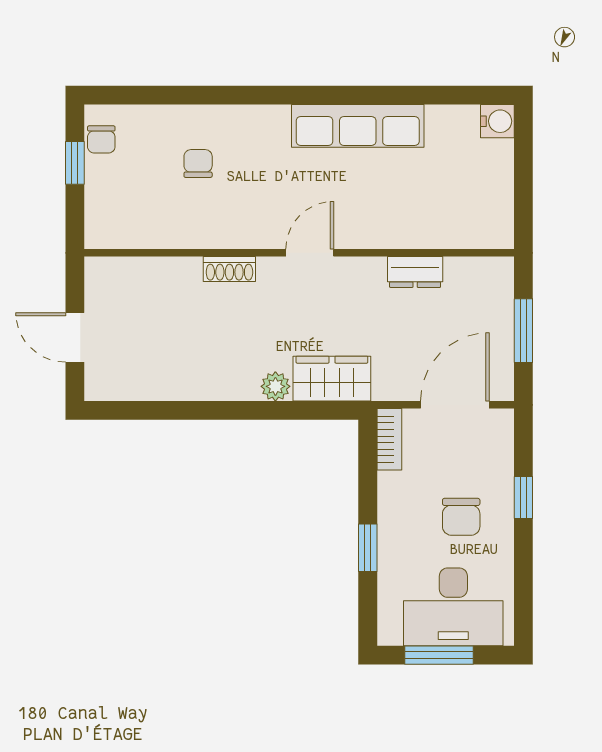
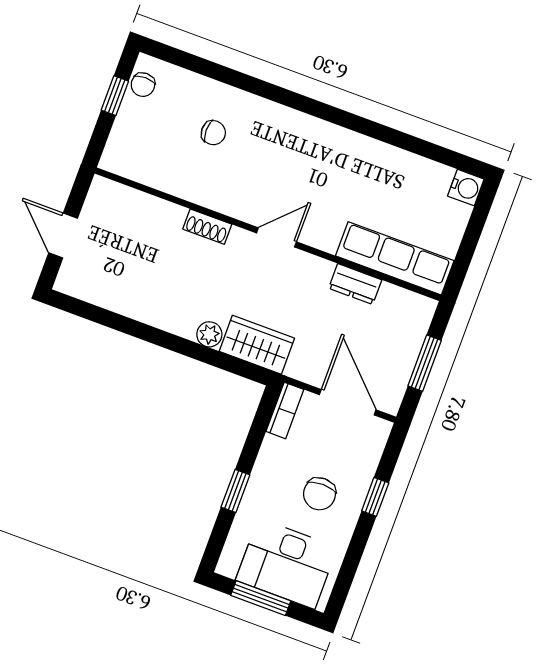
row of seats: (358, 126) -> (395, 258), moved, turned 180
chair: (198, 163) -> (213, 133), turned 90
door: (455, 405) -> (348, 402), hinge flipped

